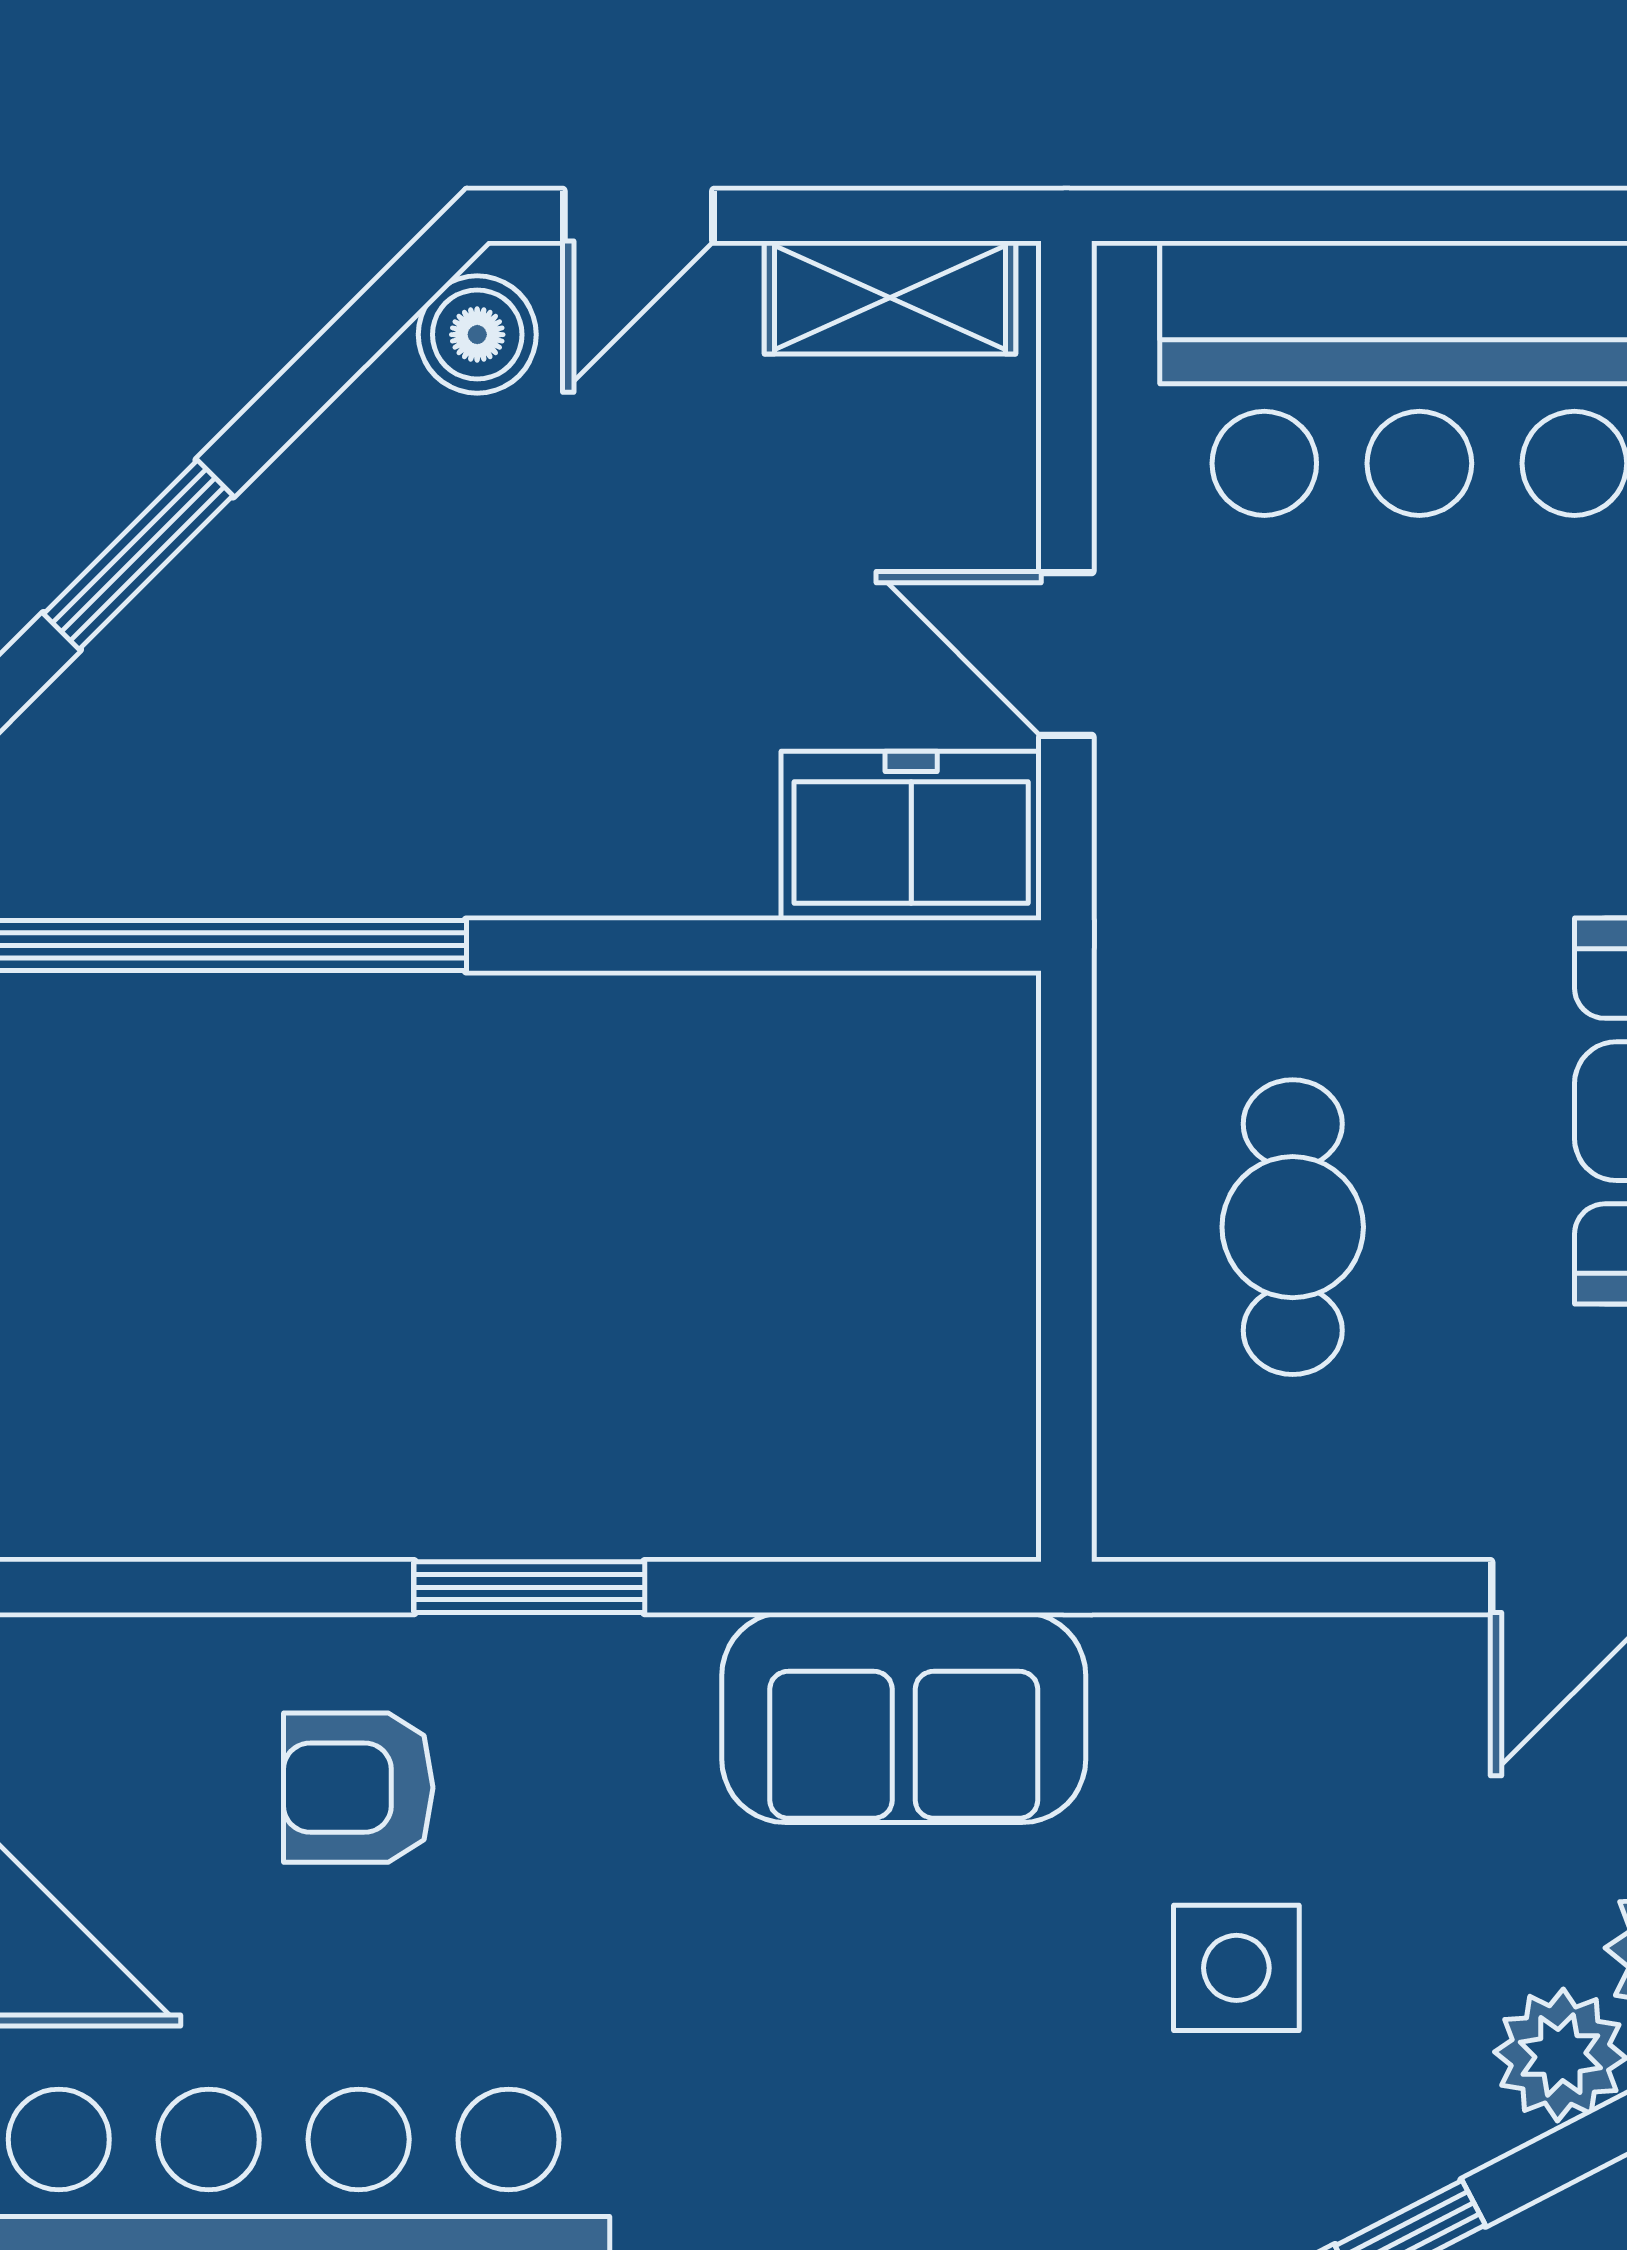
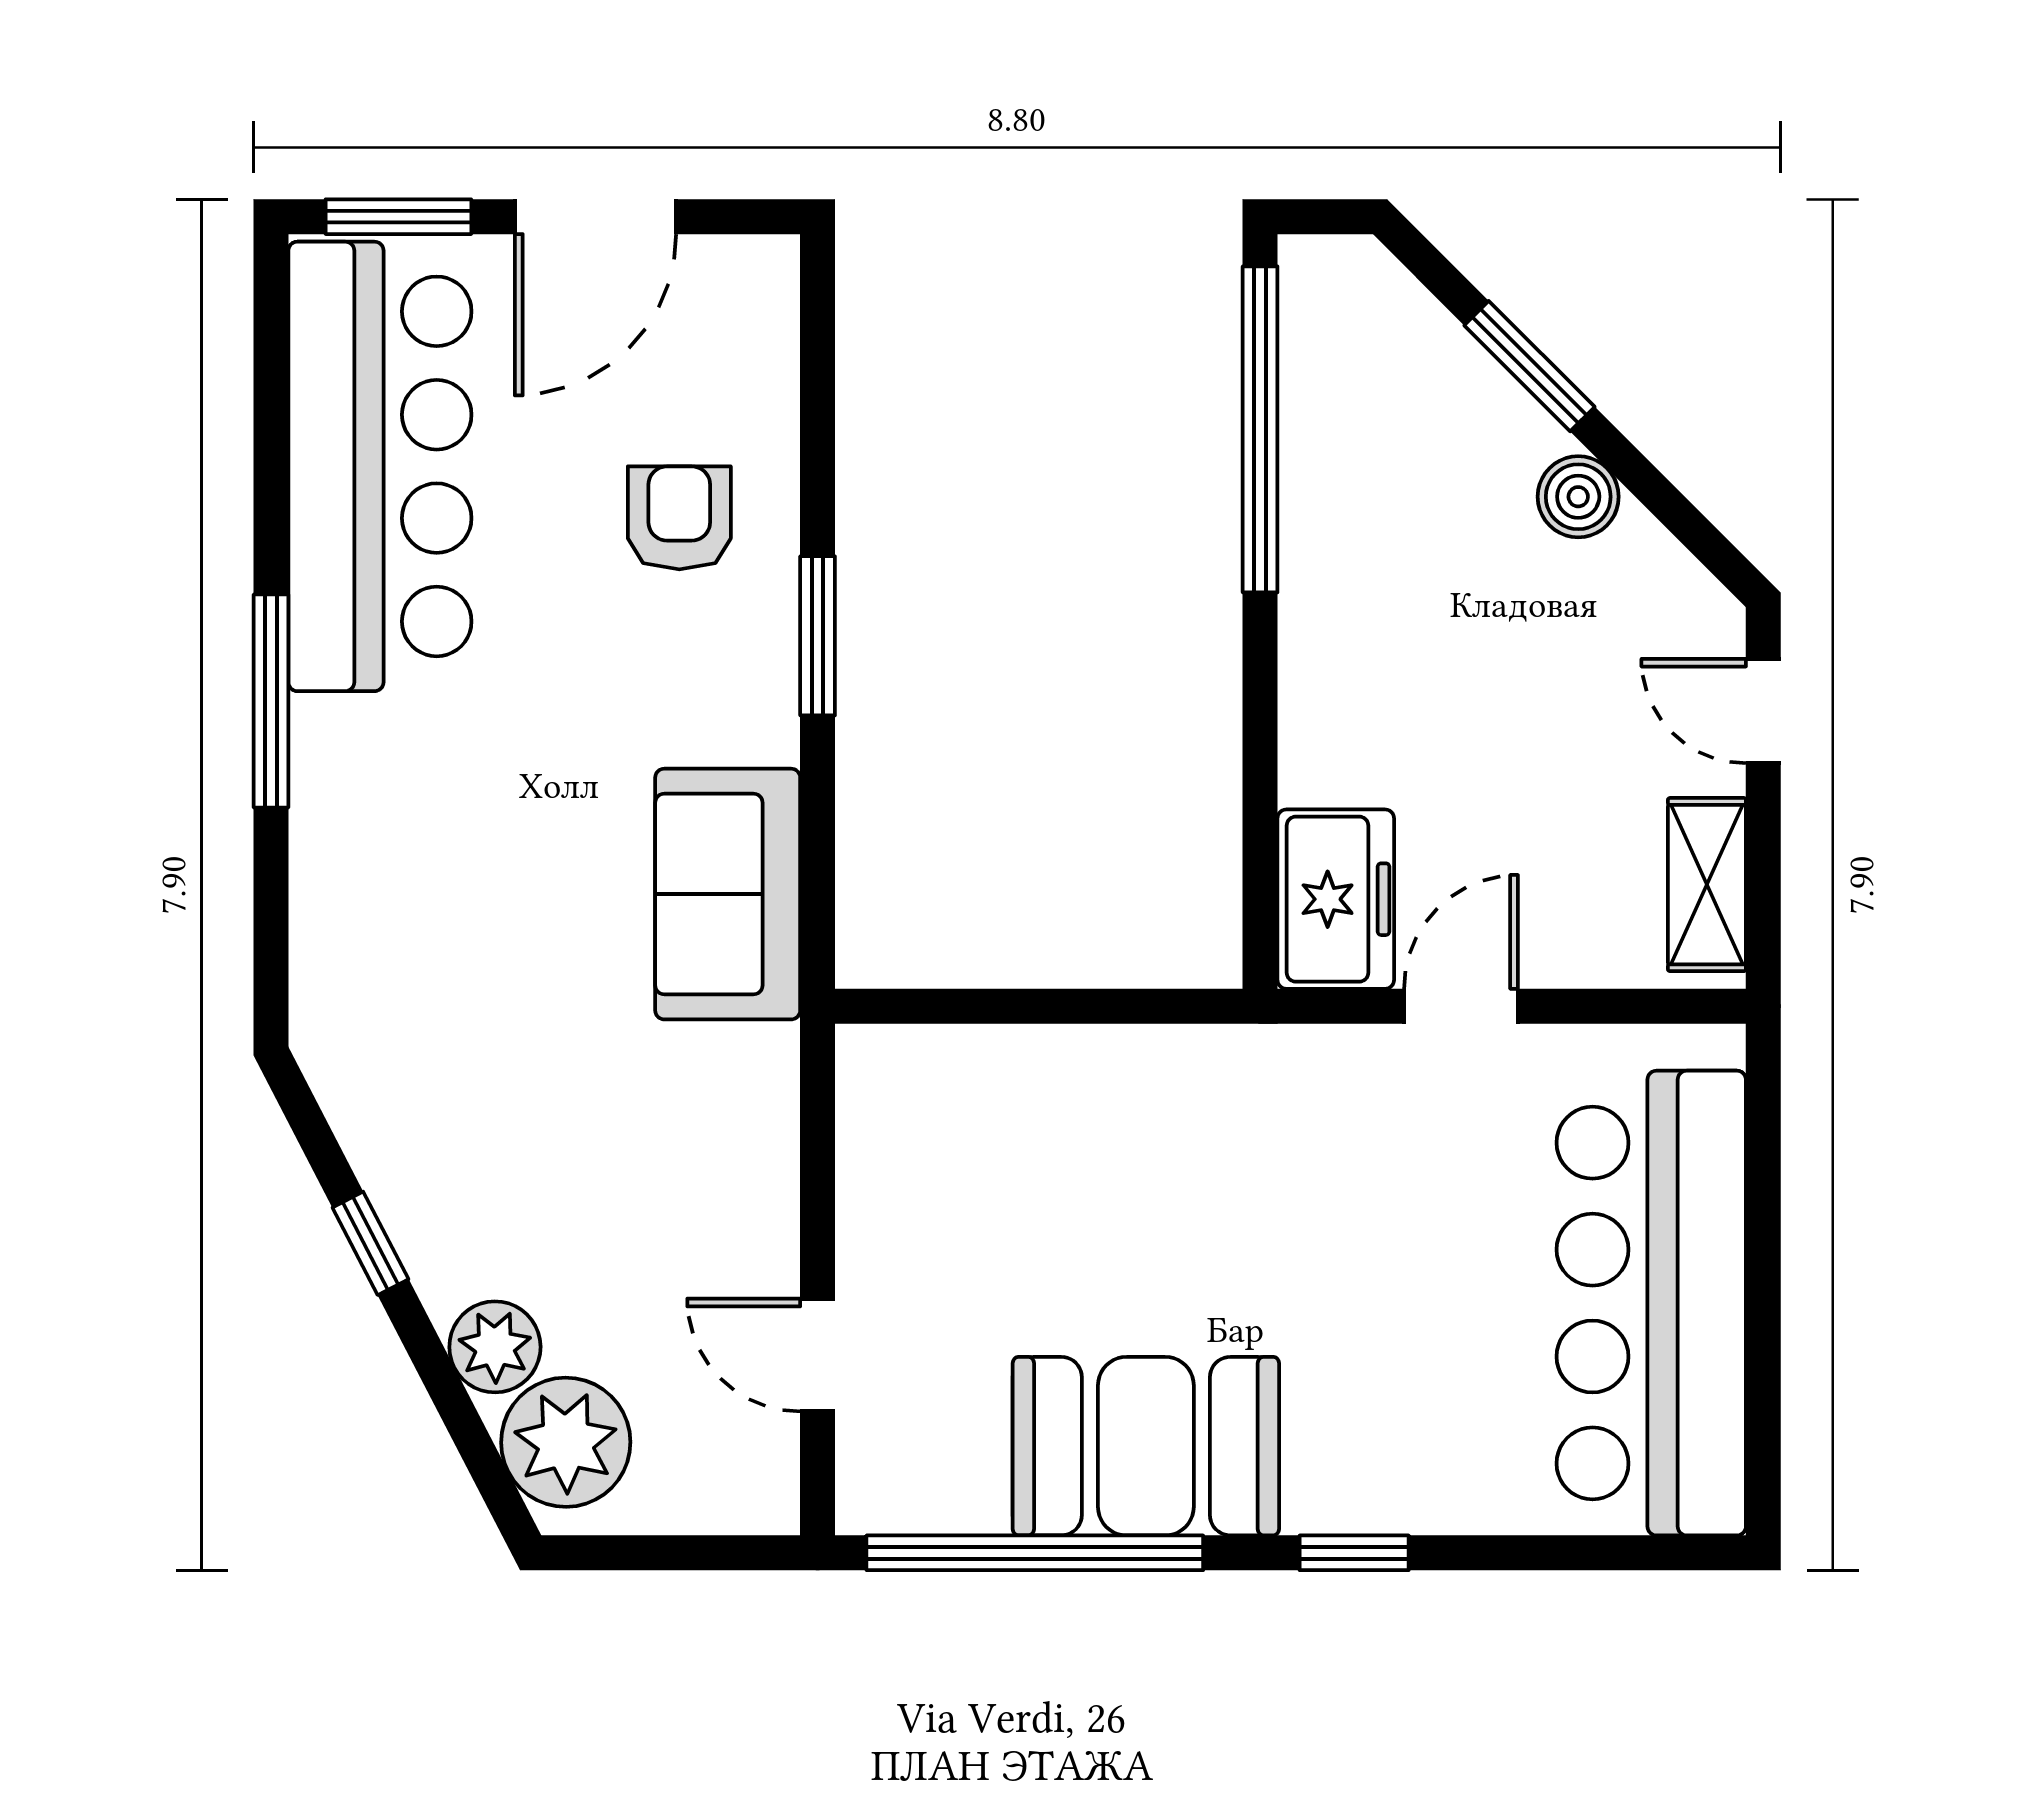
boiler: (477, 335) -> (1578, 497), moved
cafe table: (1293, 1227) -> (1066, 1162), removed
side table: (1236, 1968) -> (555, 1123), removed

